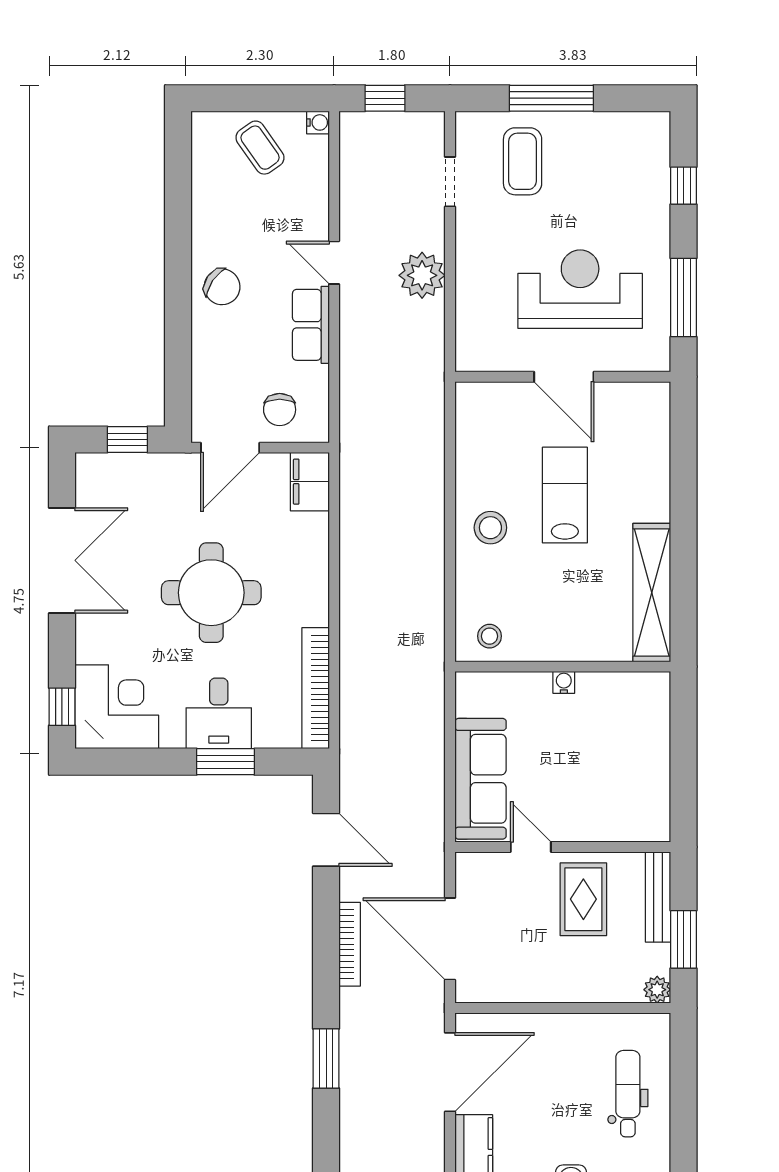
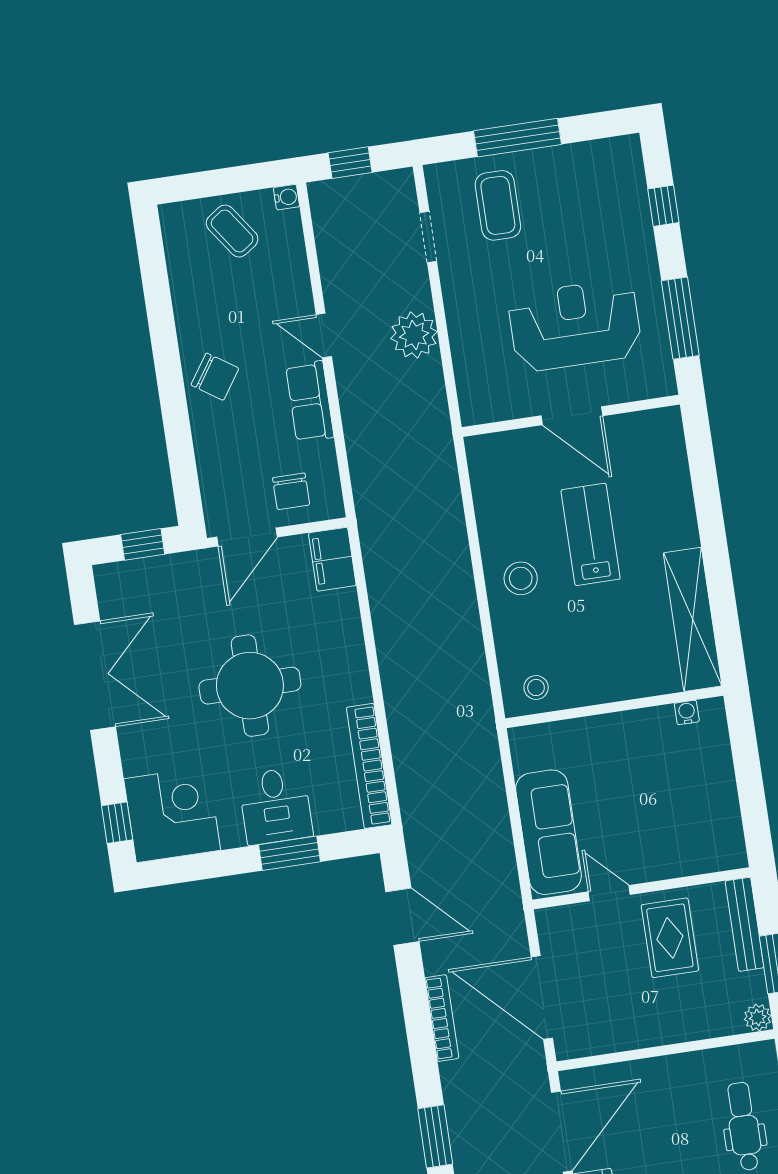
water cooler: (564, 682) -> (687, 712), moved

